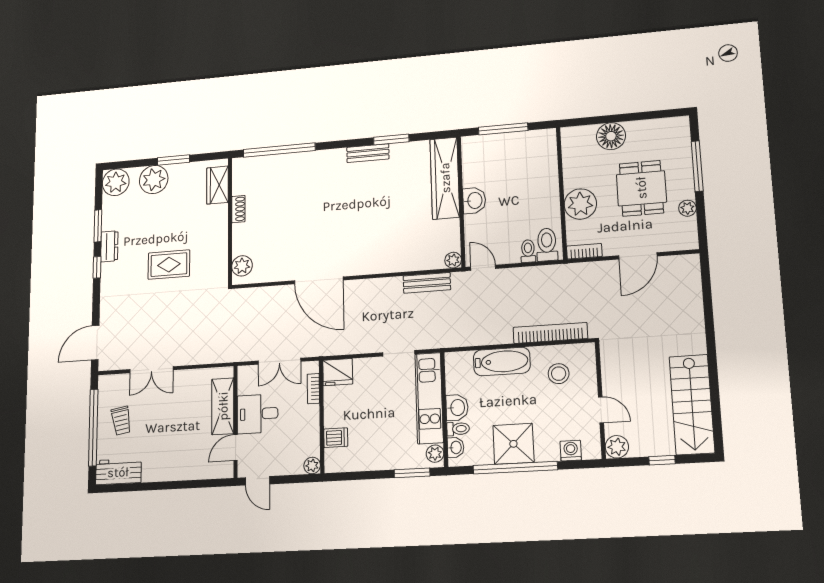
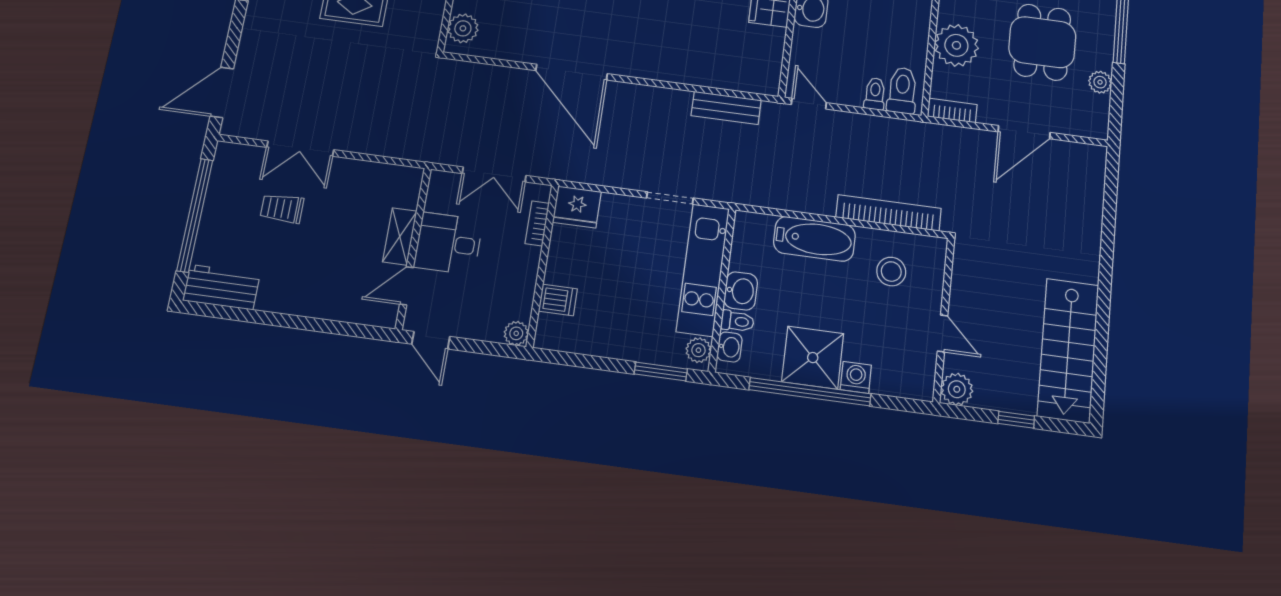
plant: (453, 260) -> (768, 84), removed
shelving: (223, 406) -> (400, 236), width x0.67, depth x0.75
trolley: (121, 421) -> (282, 208), moved, turned 100
washing machine: (571, 451) -> (856, 377), moved

